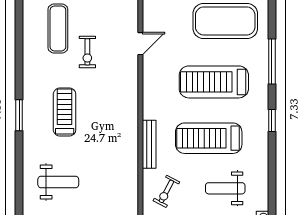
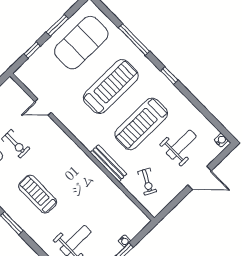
door: (140, 44) -> (43, 107), swing flipped
treadmill: (214, 82) -> (111, 87), turned 180
weight bench: (225, 188) -> (181, 145), turned 180

